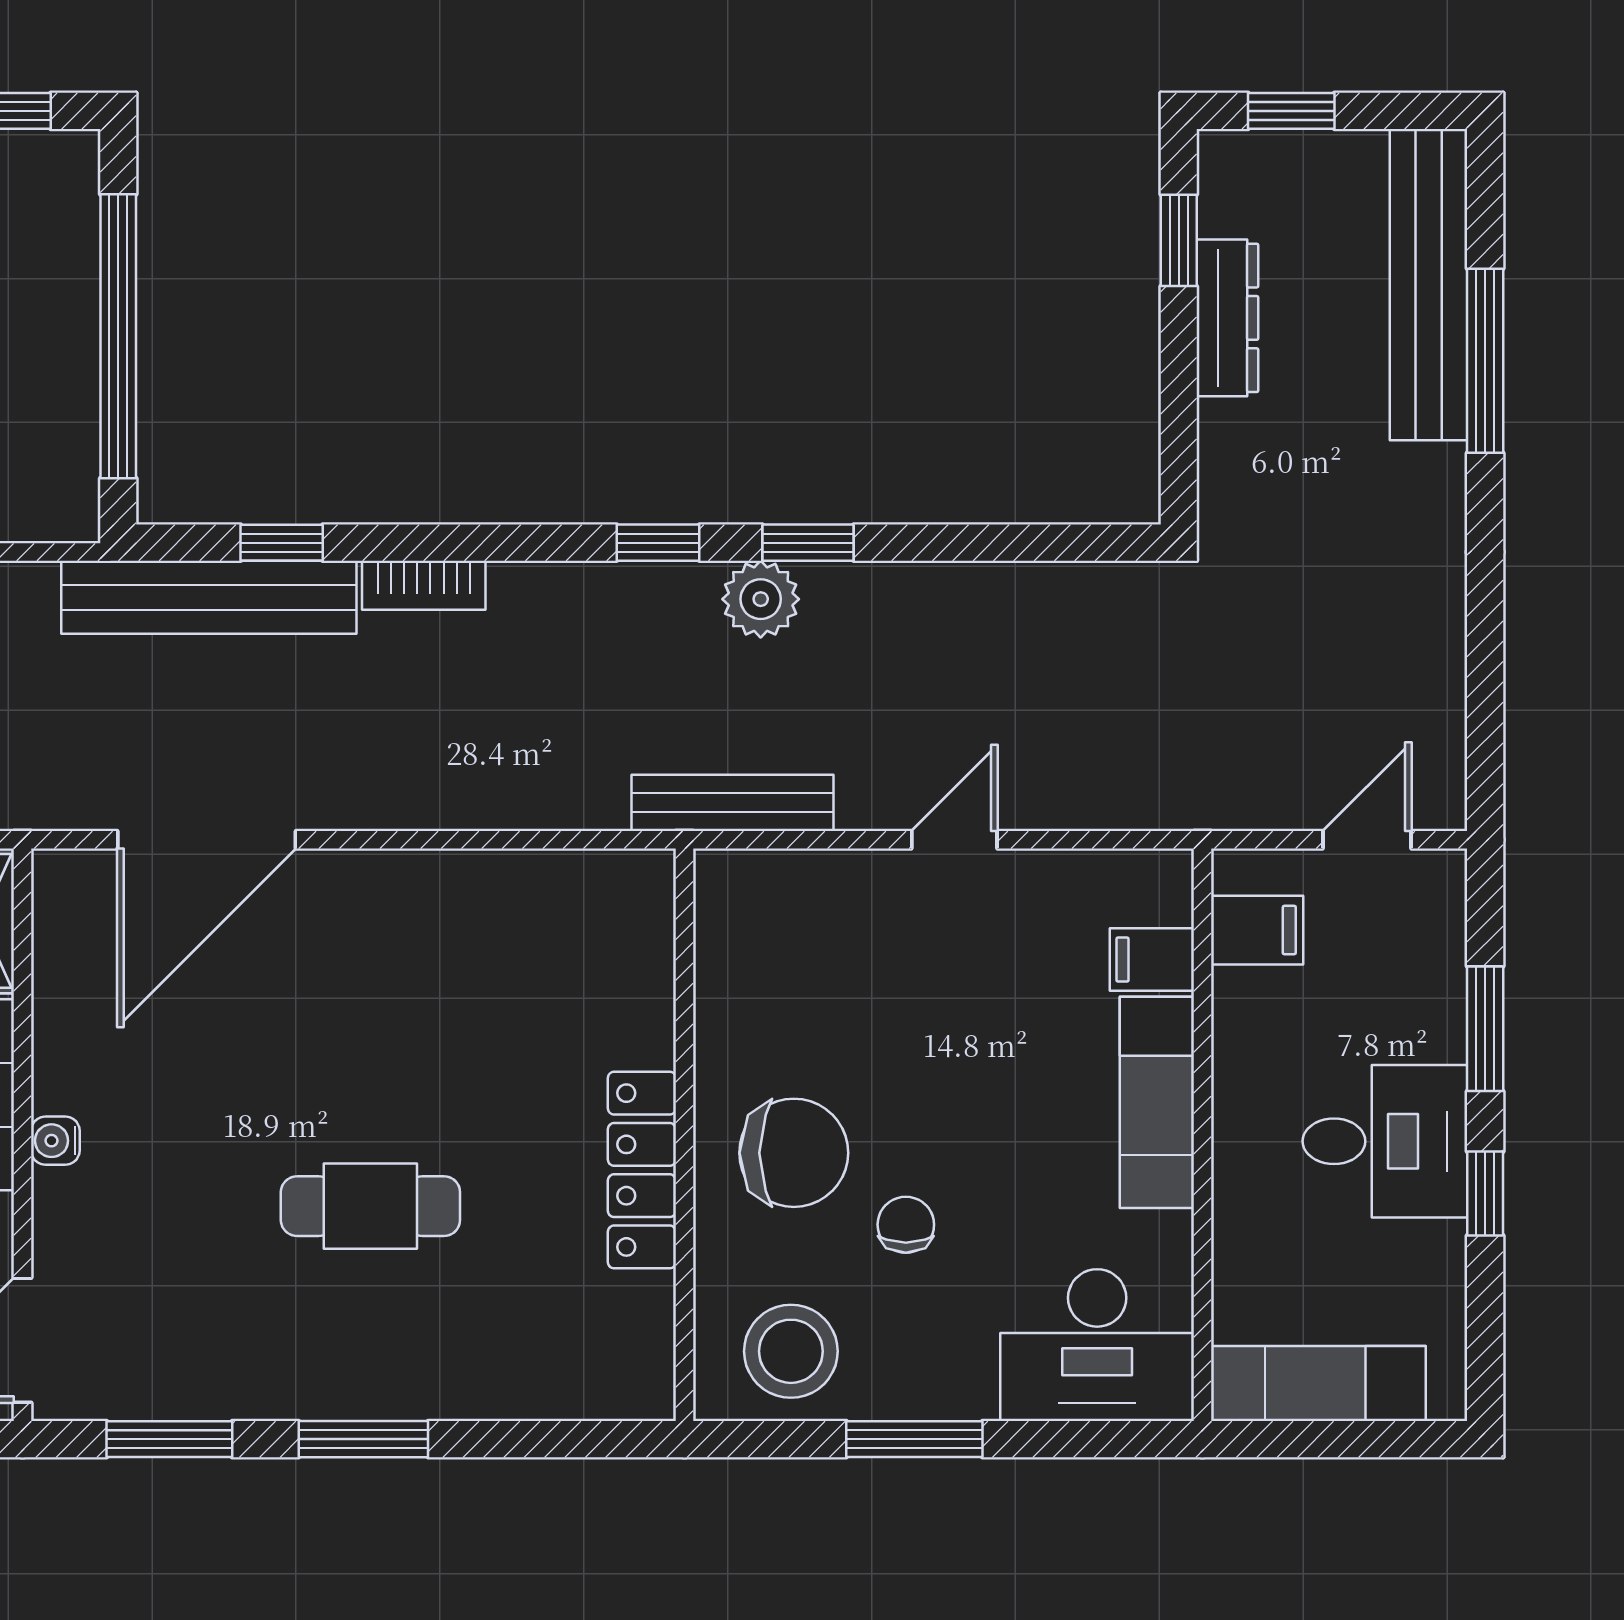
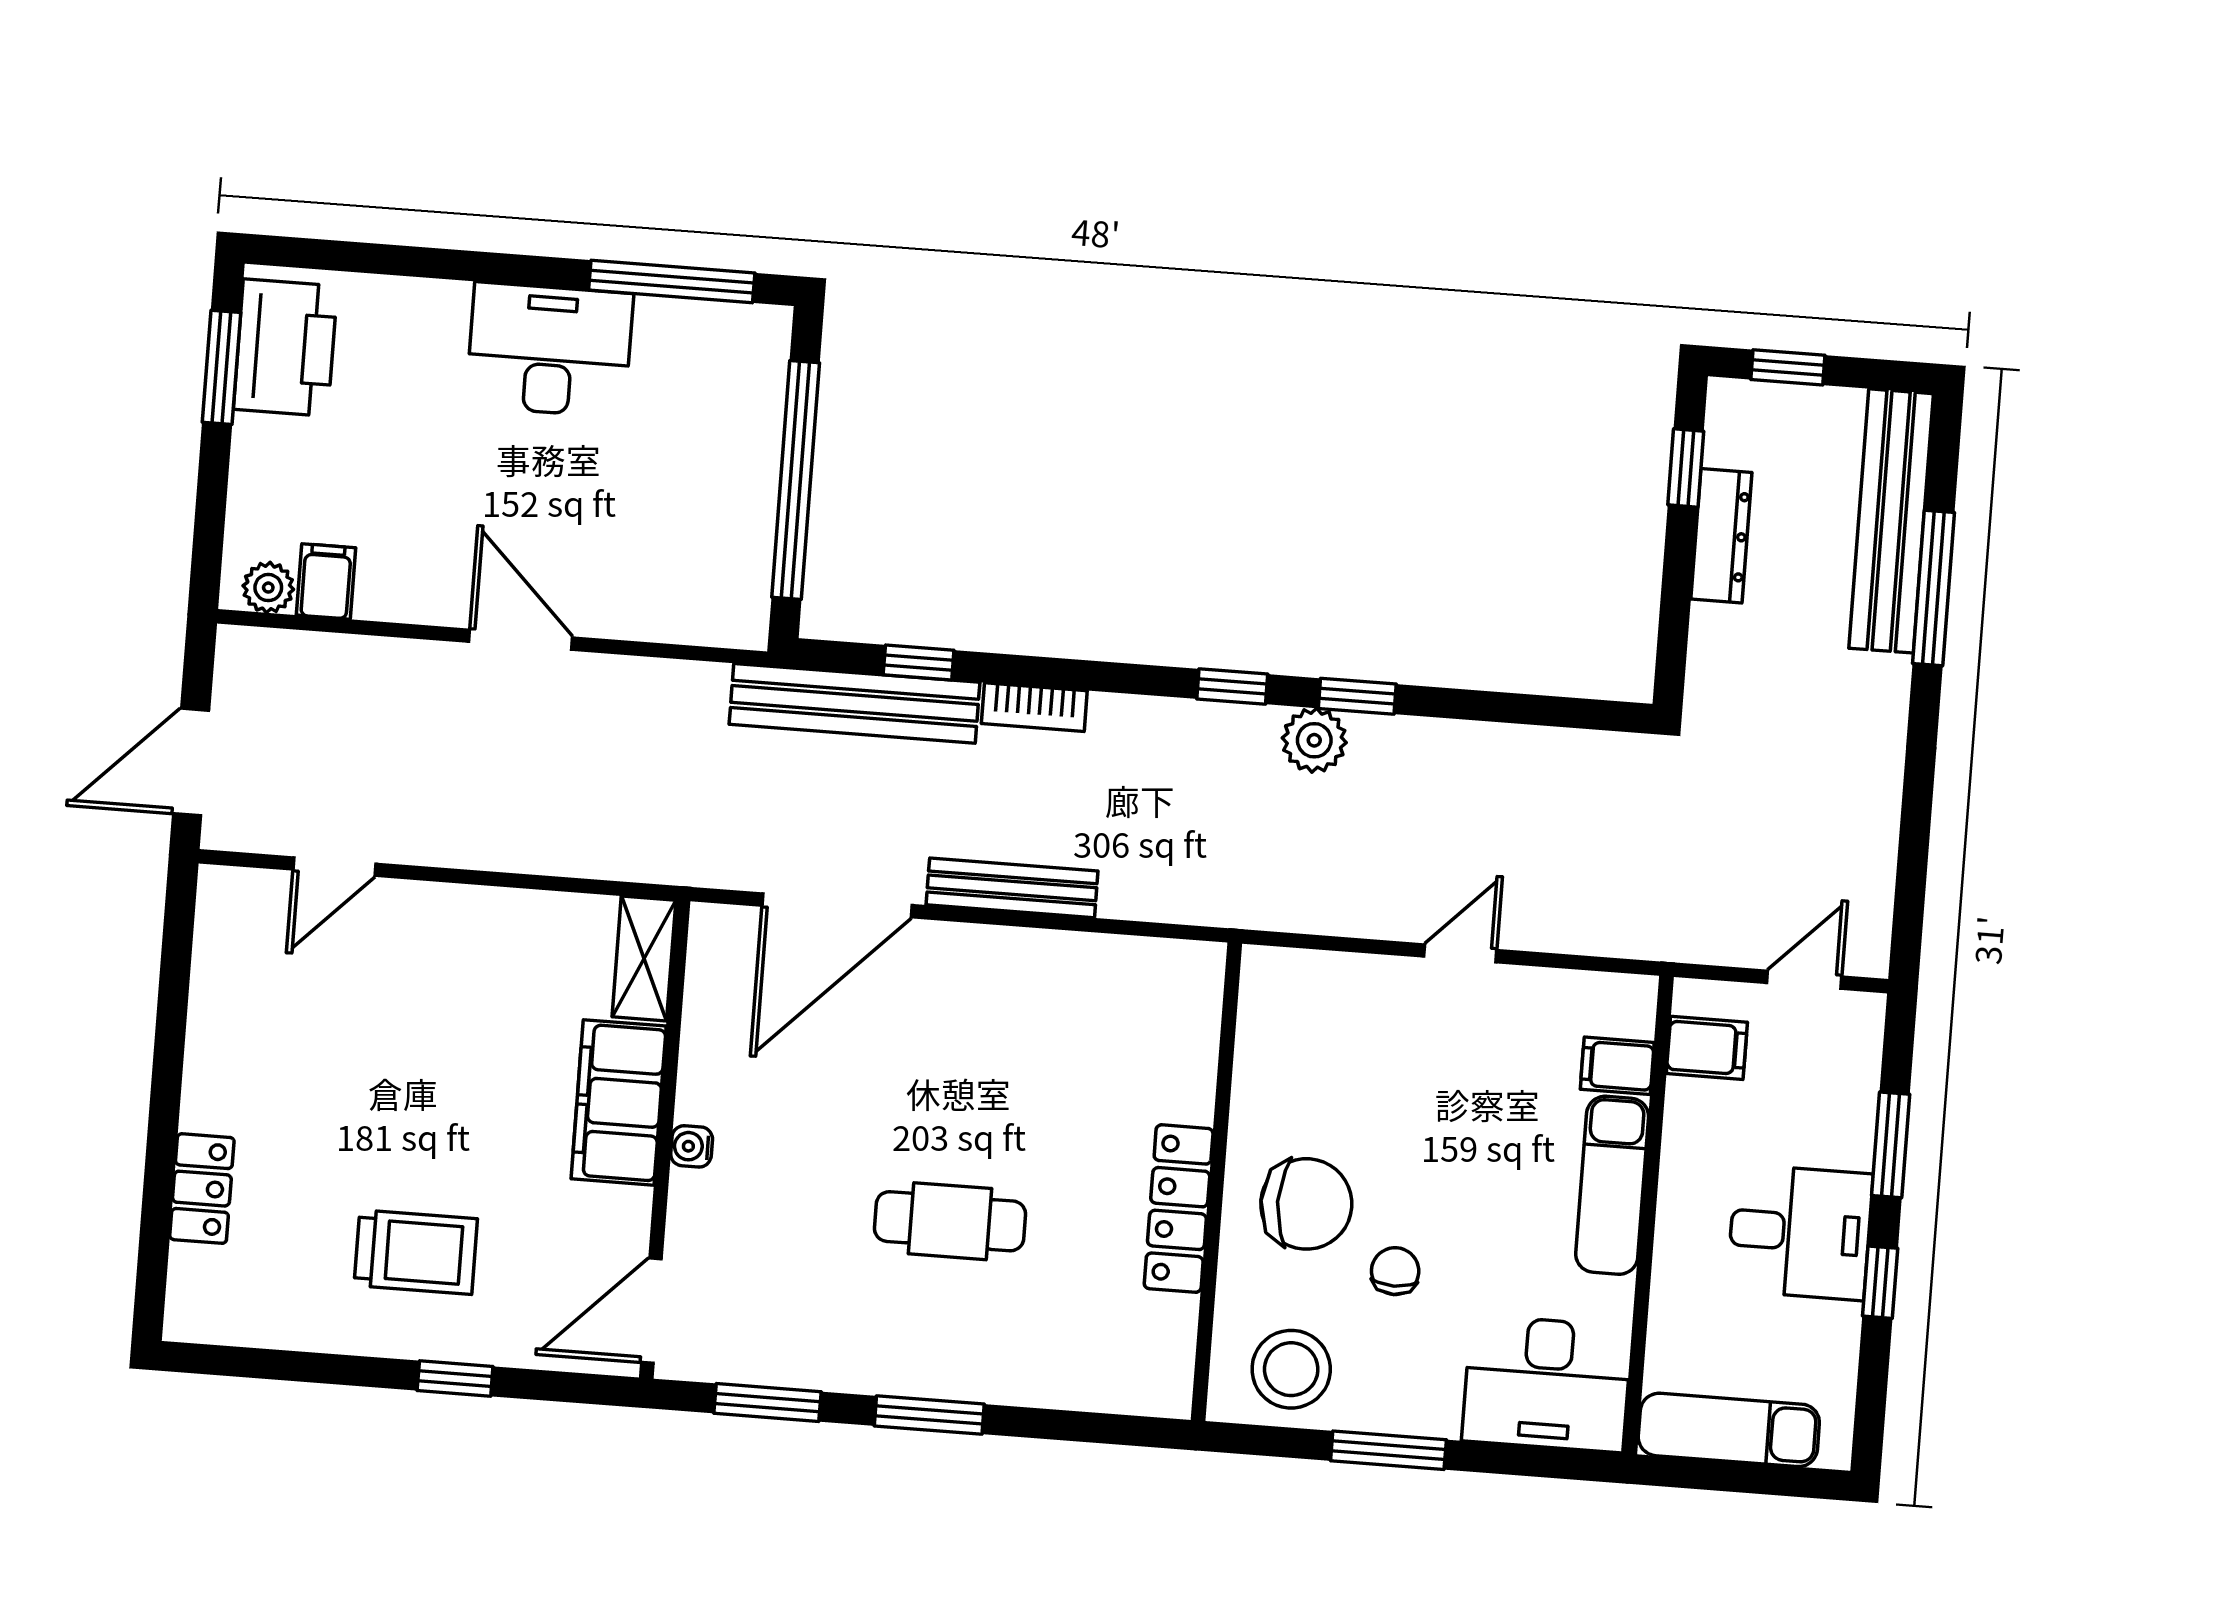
bench: (732, 803) -> (1012, 888), moved

